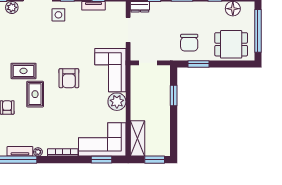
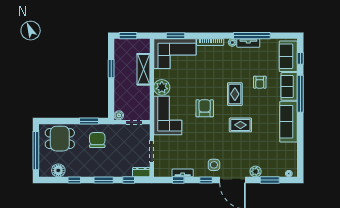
boiler: (165, 70) -> (119, 115), added
rug: (24, 71) -> (240, 125), moved
window: (174, 95) -> (111, 69), moved
shelving: (137, 138) -> (143, 69), moved

